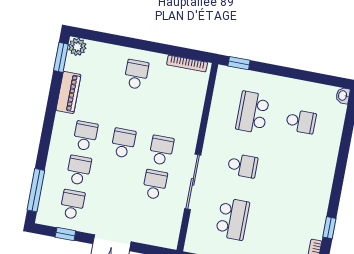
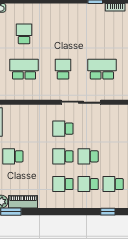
piano: (68, 92) -> (23, 202), moved
school desk: (253, 112) -> (24, 69), turned 180
school desk: (155, 185) -> (88, 156), moved
window: (36, 190) -> (108, 212), width x0.46

